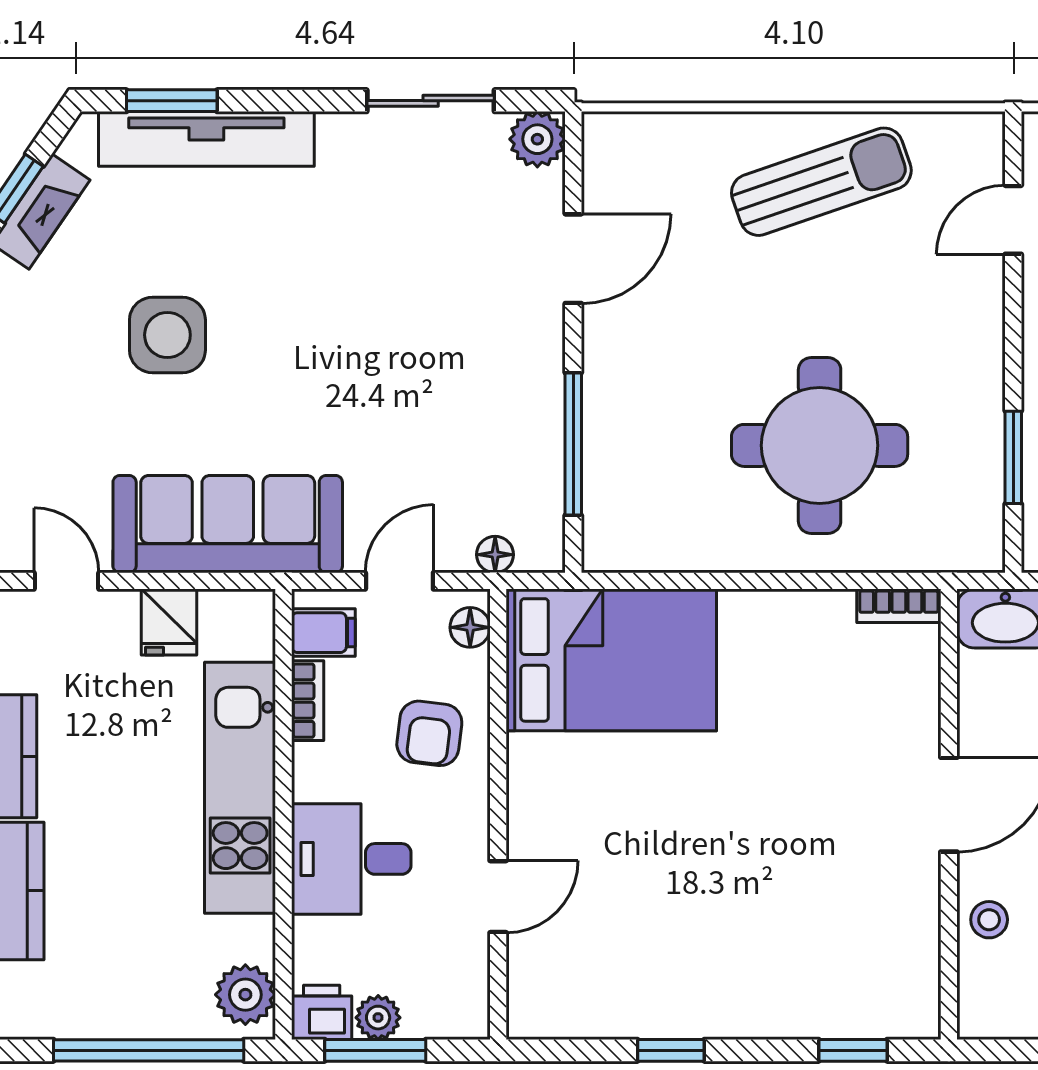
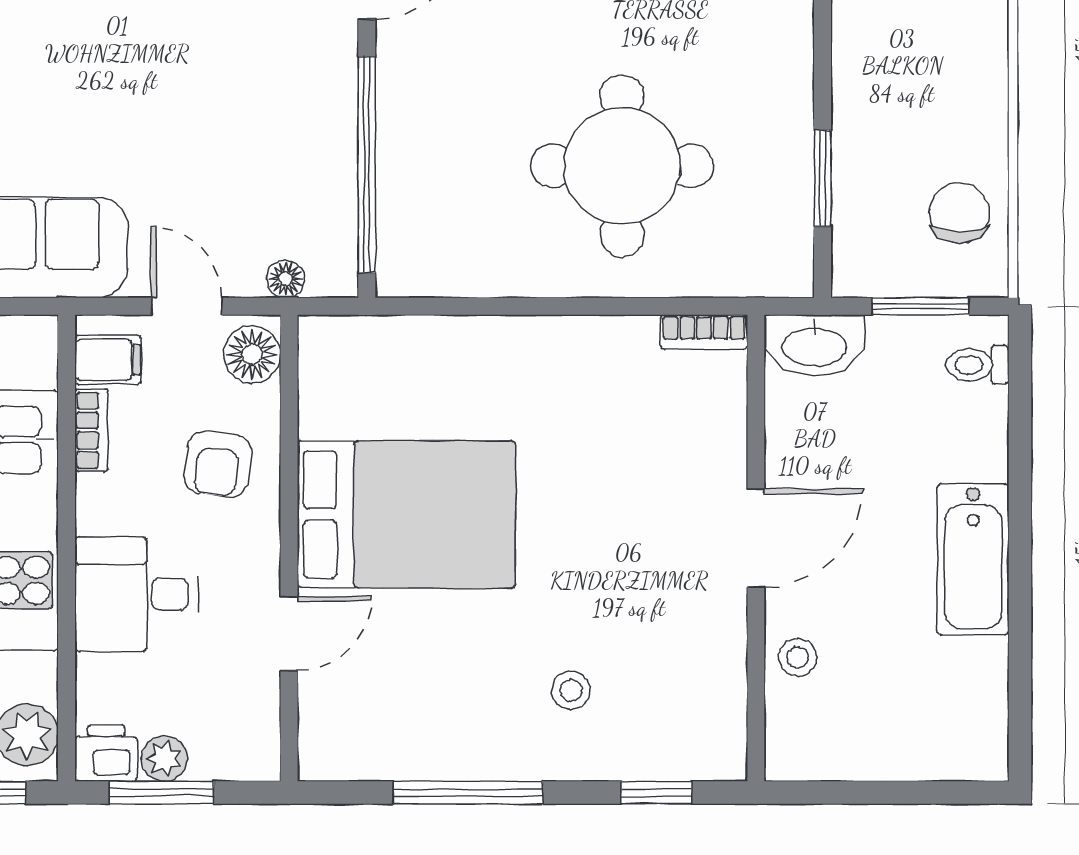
window: (573, 444) -> (367, 164), width x1.46
door: (399, 581) -> (187, 306), hinge flipped
floor lamp: (470, 627) -> (252, 354), width x1.37, depth x1.37
bed: (611, 660) -> (406, 514), moved
stool: (770, 952) -> (571, 690), added
window: (671, 1050) -> (468, 793), width x2.17

